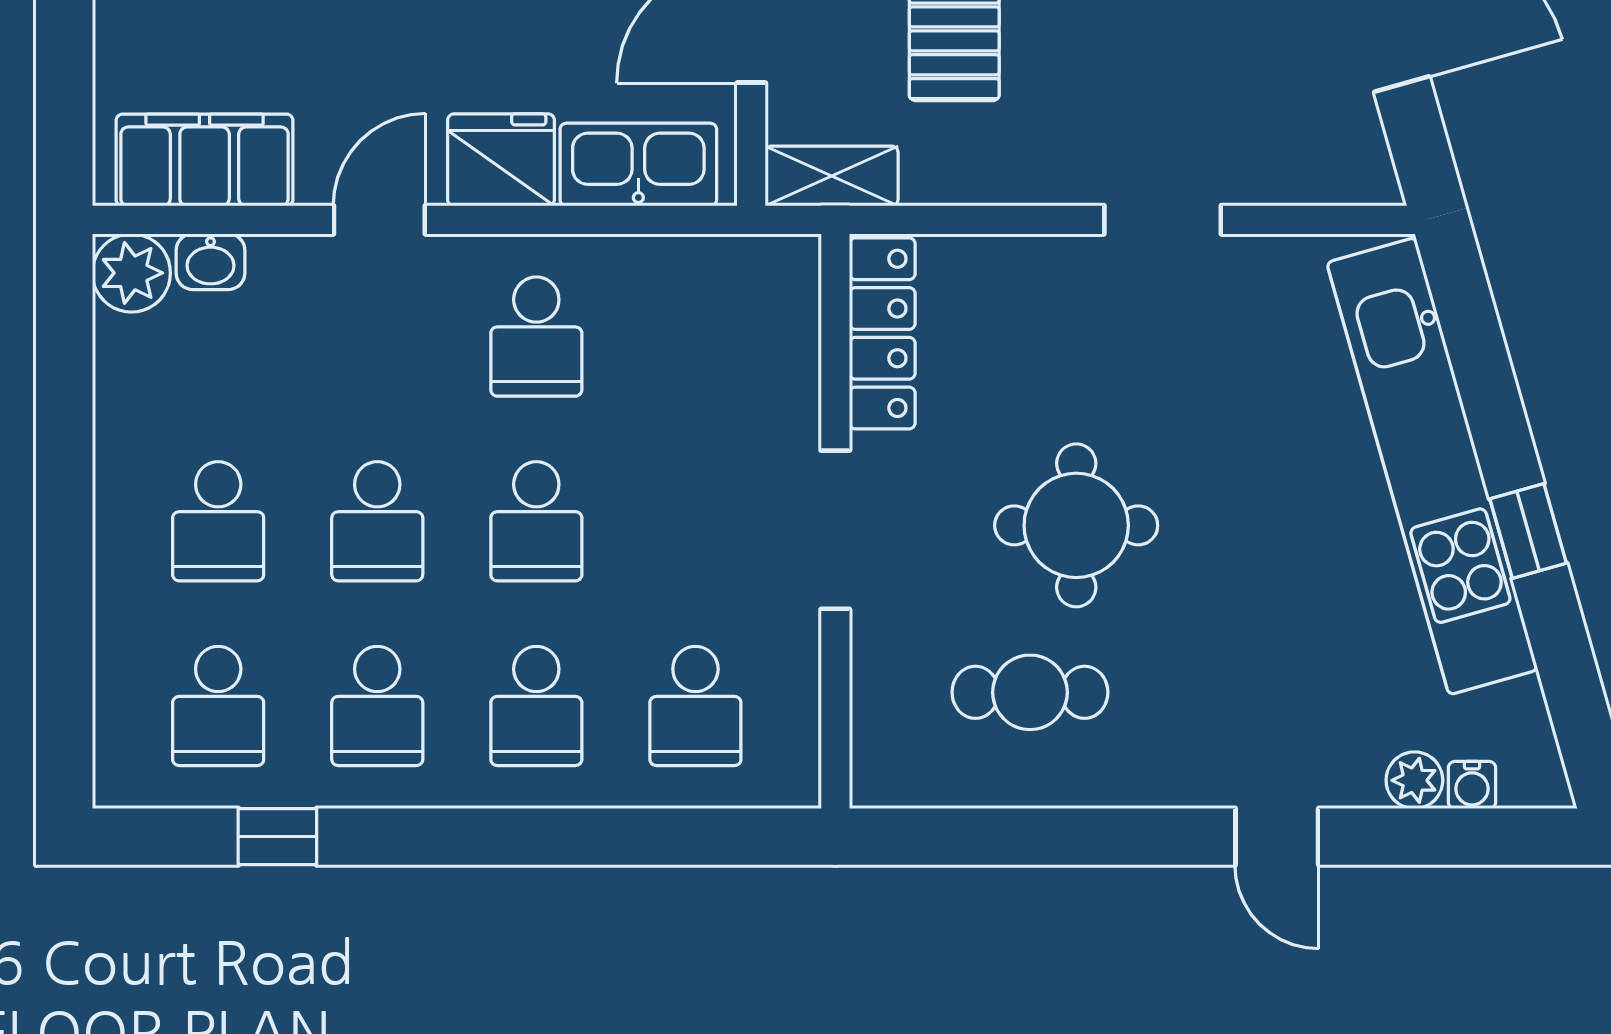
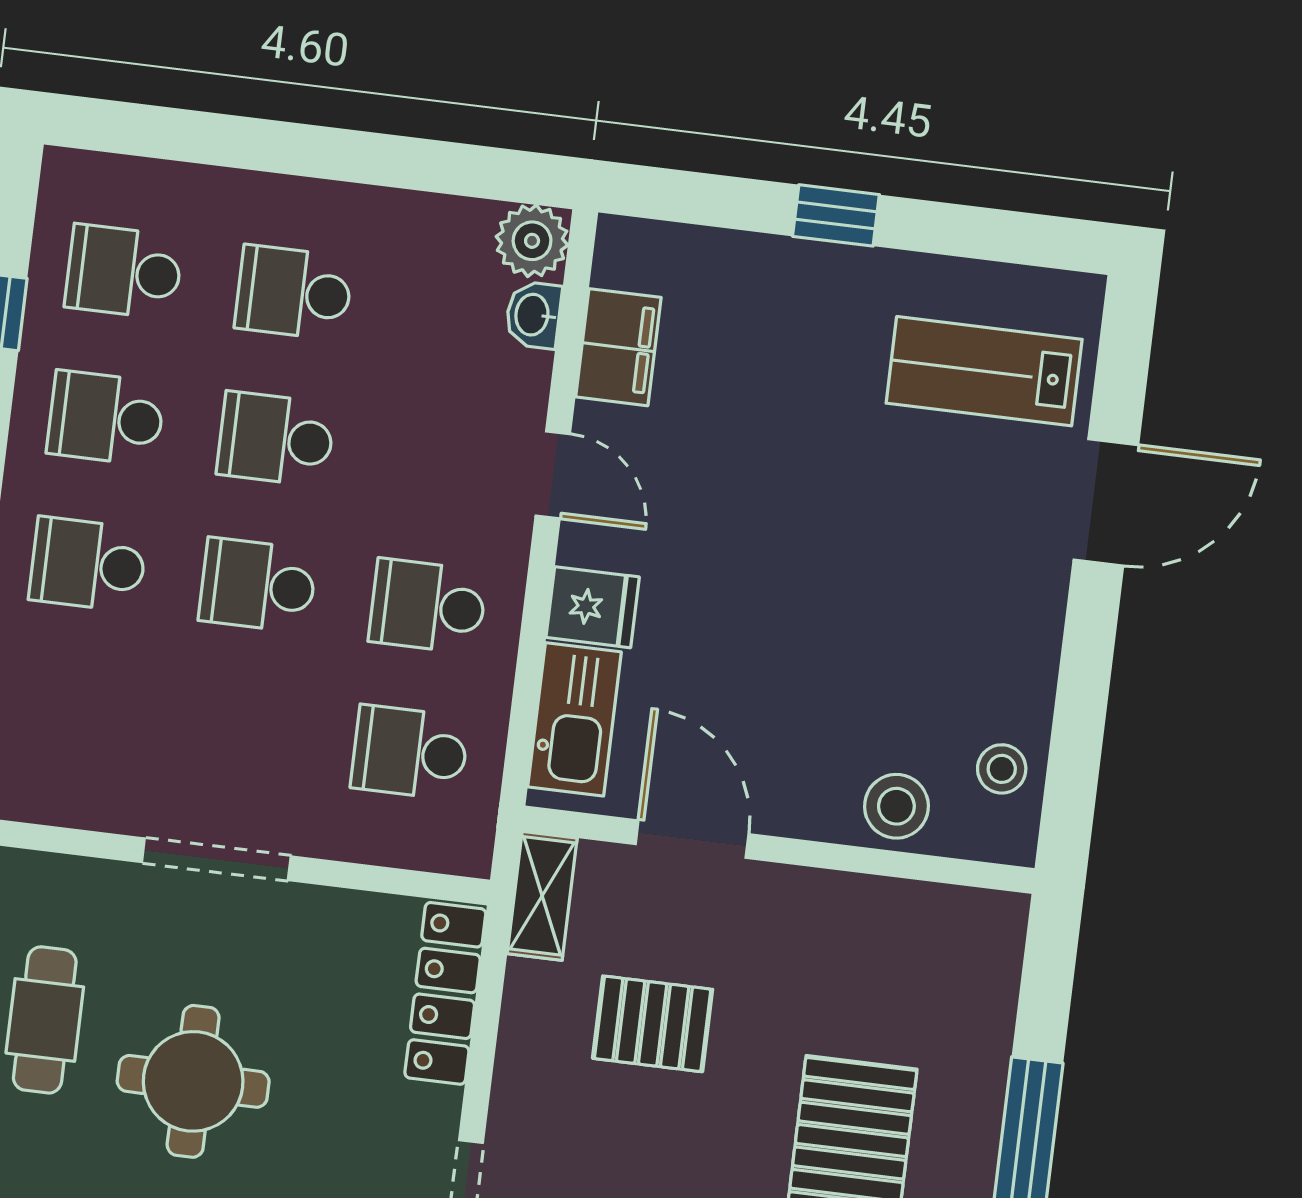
filing cabinet: (205, 160) -> (618, 347), width x0.67, depth x0.86
fridge: (501, 160) -> (593, 607), width x0.72
locker: (882, 333) -> (445, 993), moved, turned 90
school desk: (695, 706) -> (410, 752), moved

